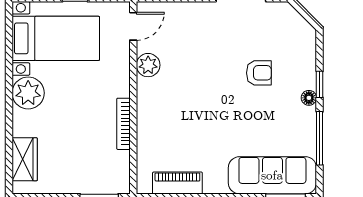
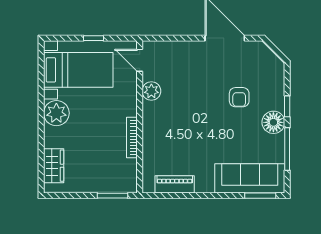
door: (133, 26) -> (140, 60), swing flipped
armchair: (259, 73) -> (239, 97), turned 90
floor lamp: (309, 98) -> (273, 122), width x1.89, depth x1.89

